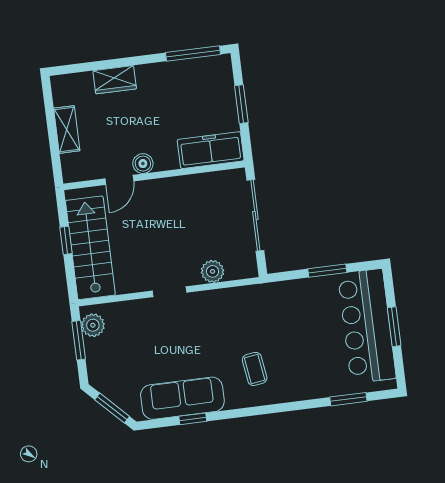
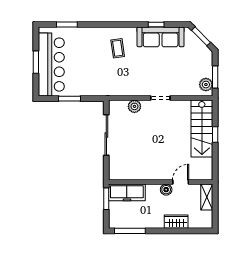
freezer: (211, 150) -> (127, 192), moved
boiler: (143, 164) -> (166, 190), moved
wall: (154, 175) -> (161, 182), moved
door: (119, 180) -> (181, 182), moved

